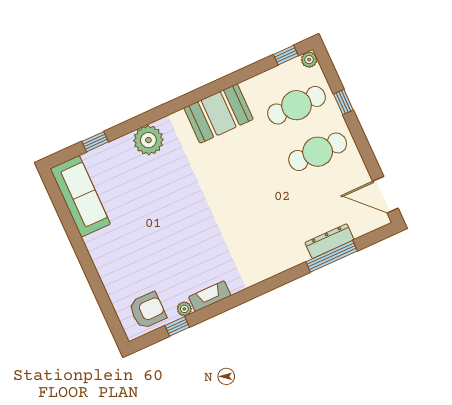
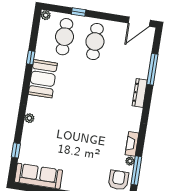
window: (286, 55) -> (31, 58), moved
plant: (148, 140) -> (29, 118), width x0.53, depth x0.53
dresser: (329, 241) -> (140, 93), moved
window: (177, 326) -> (136, 170), width x2.17

